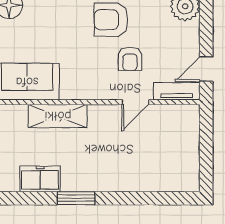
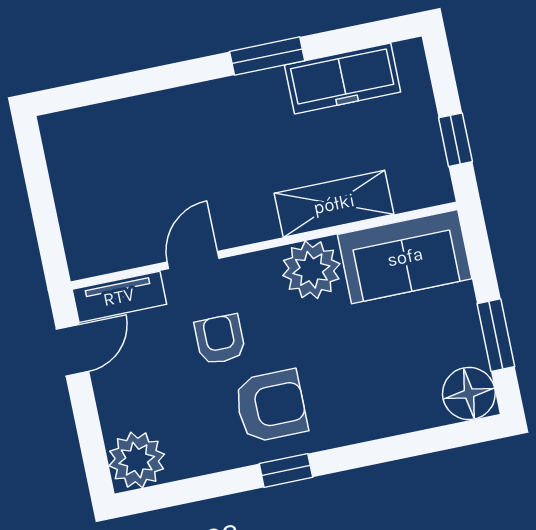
plant: (76, 85) -> (311, 270), added
freezer: (40, 179) -> (343, 78), width x1.40

